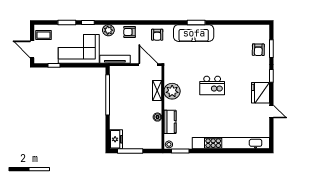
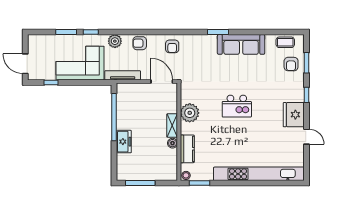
sofa: (194, 33) -> (241, 44), moved
coffee table: (43, 35) -> (285, 42), moved
shelving: (157, 90) -> (172, 125), moved
freezer: (116, 139) -> (124, 142), moved

